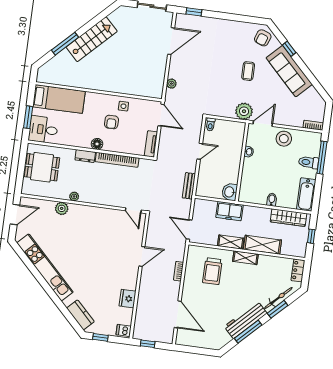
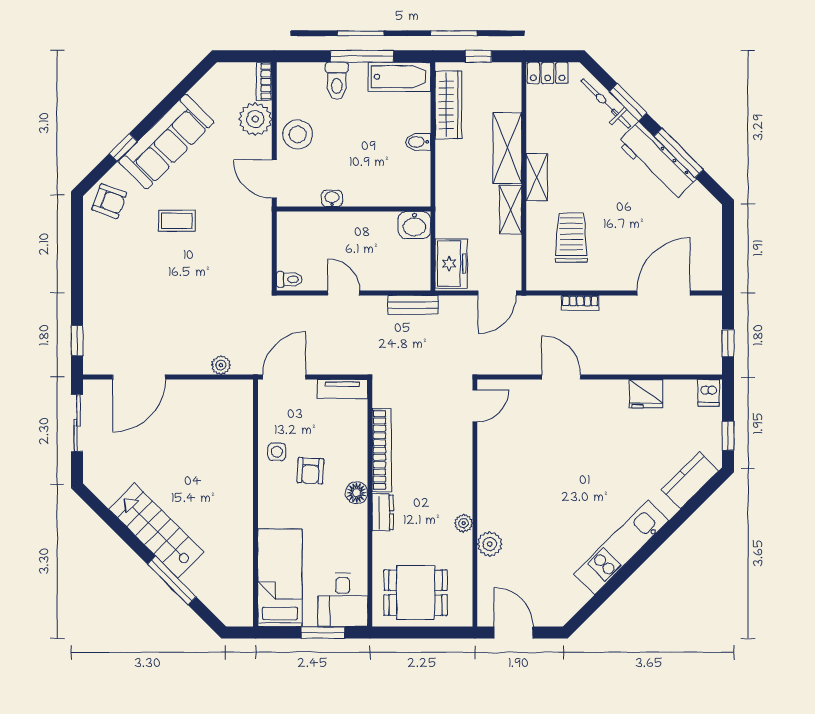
door: (171, 41) -> (139, 377), swing flipped
plant: (244, 111) -> (255, 119), moved
armchair: (111, 122) -> (310, 471), turned 93
window: (322, 158) -> (362, 56), moved
dining table: (42, 167) -> (416, 593), turned 90
freezer: (229, 211) -> (451, 264), moved
kitchen unit: (45, 267) -> (621, 547), width x0.73
trolley: (212, 271) -> (571, 238), turned -90

